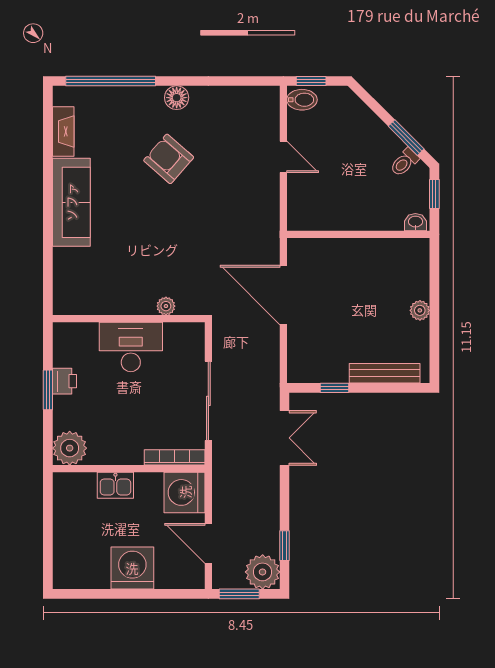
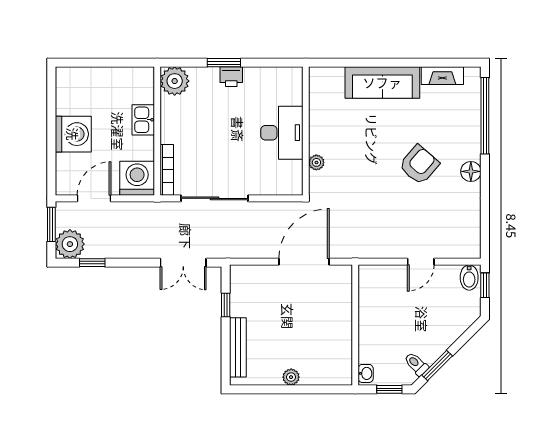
plant: (166, 306) -> (316, 162), moved
wall: (129, 319) -> (306, 131), moved
desk: (131, 347) -> (282, 133), moved

